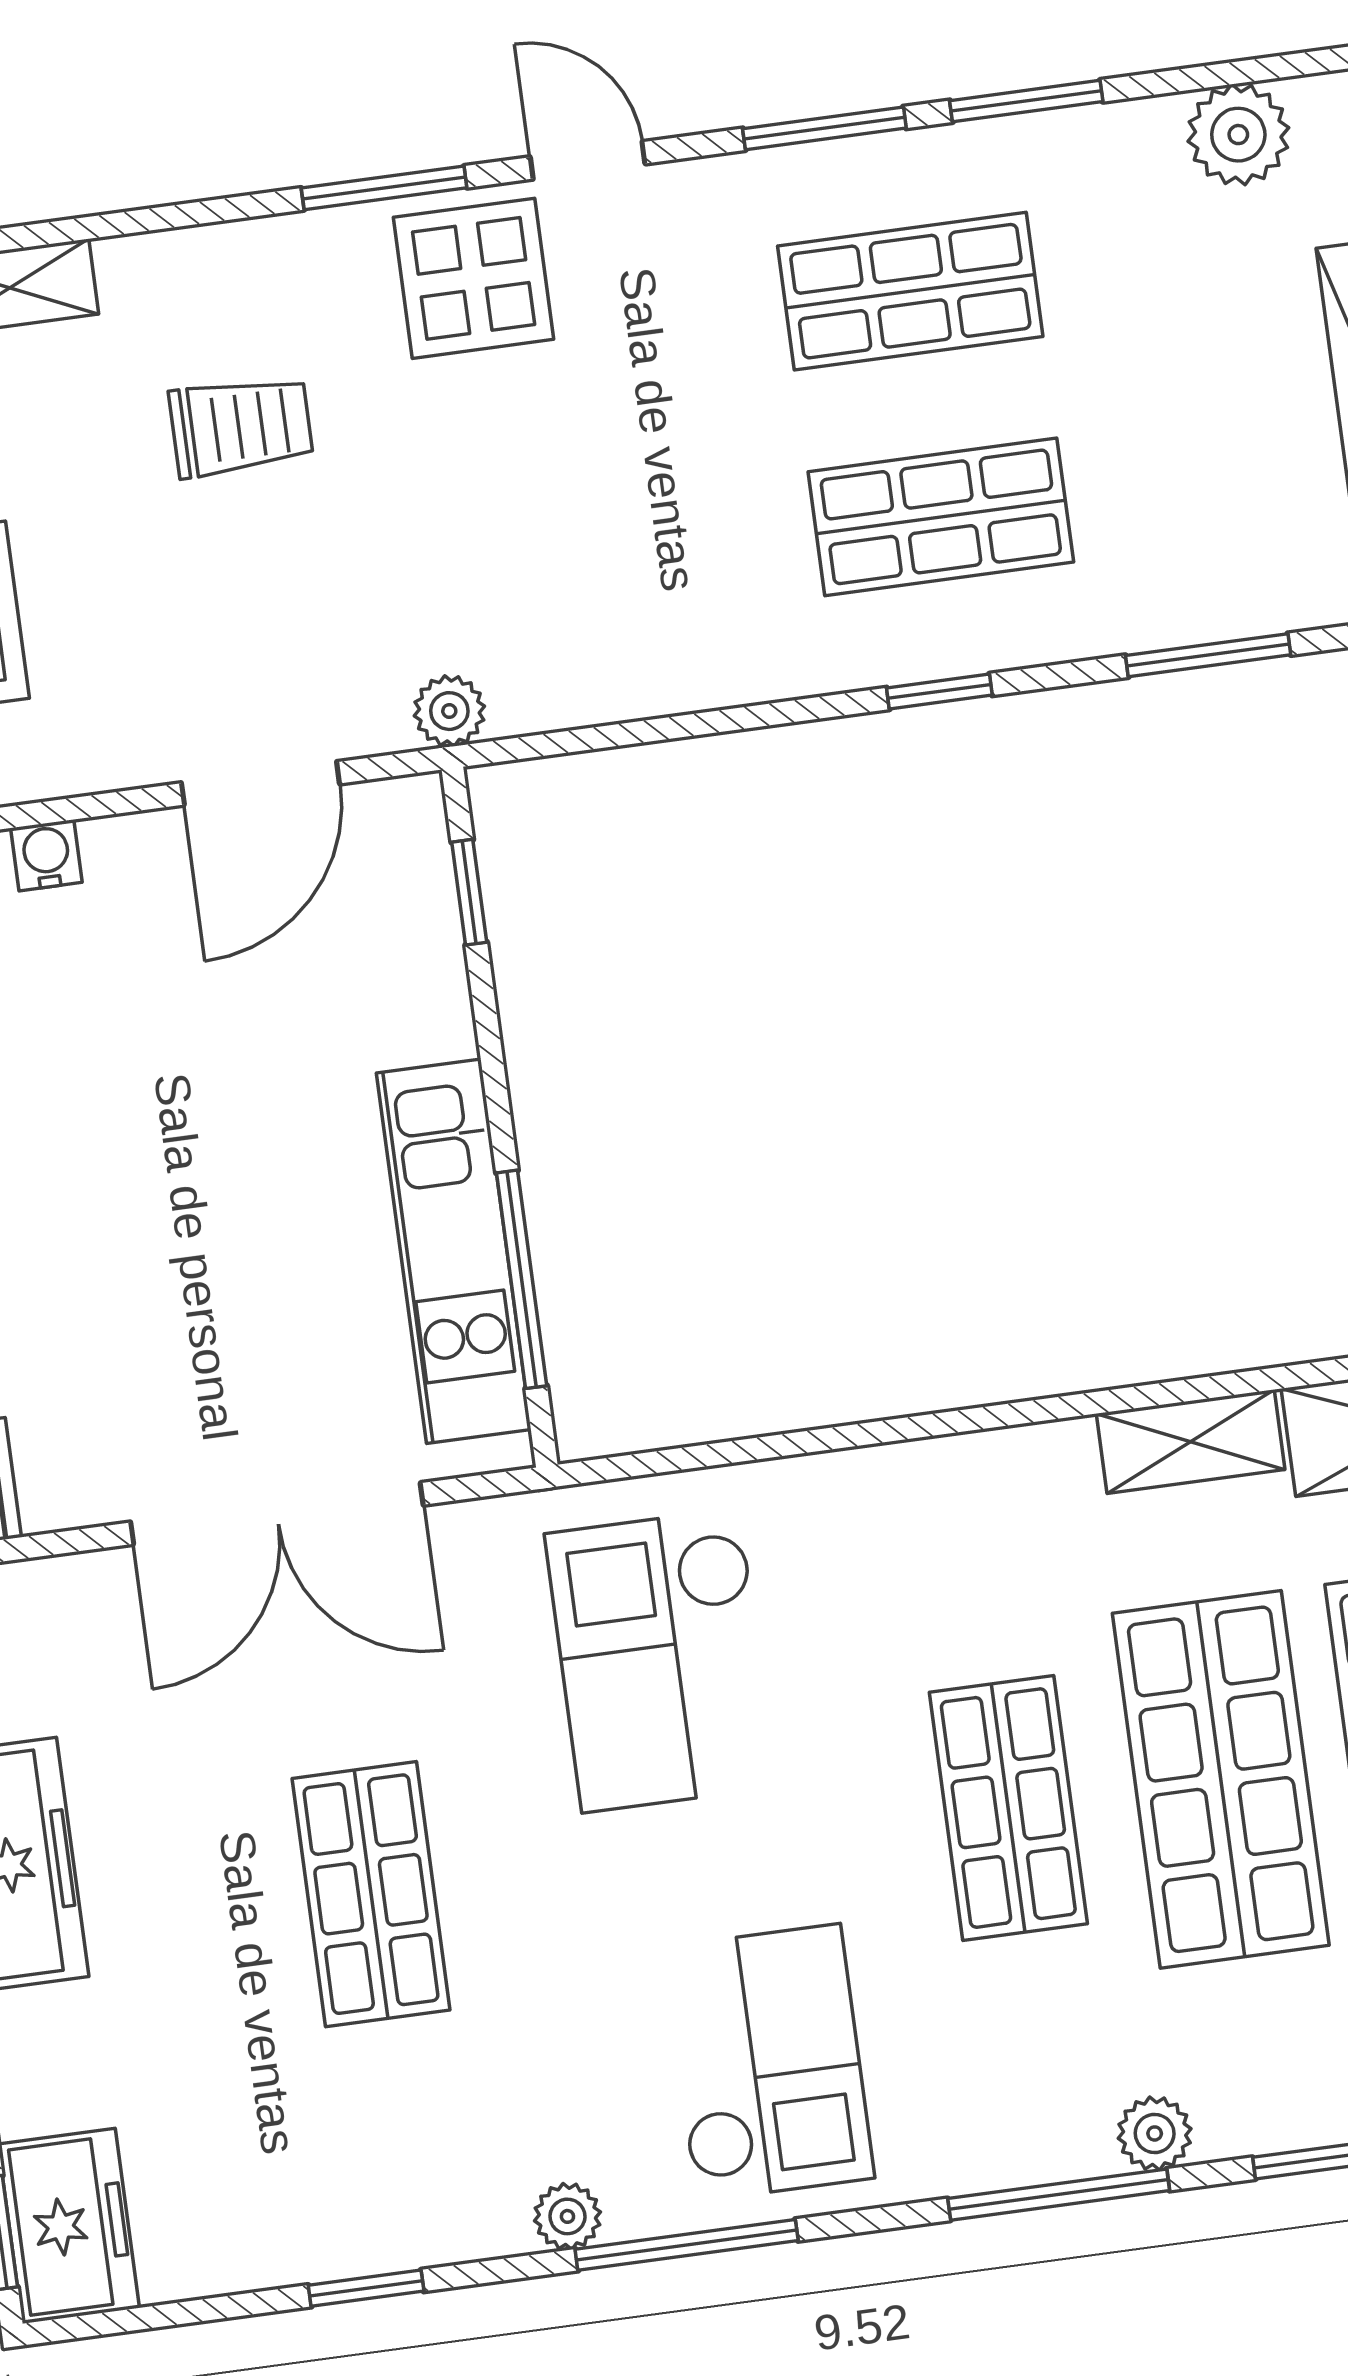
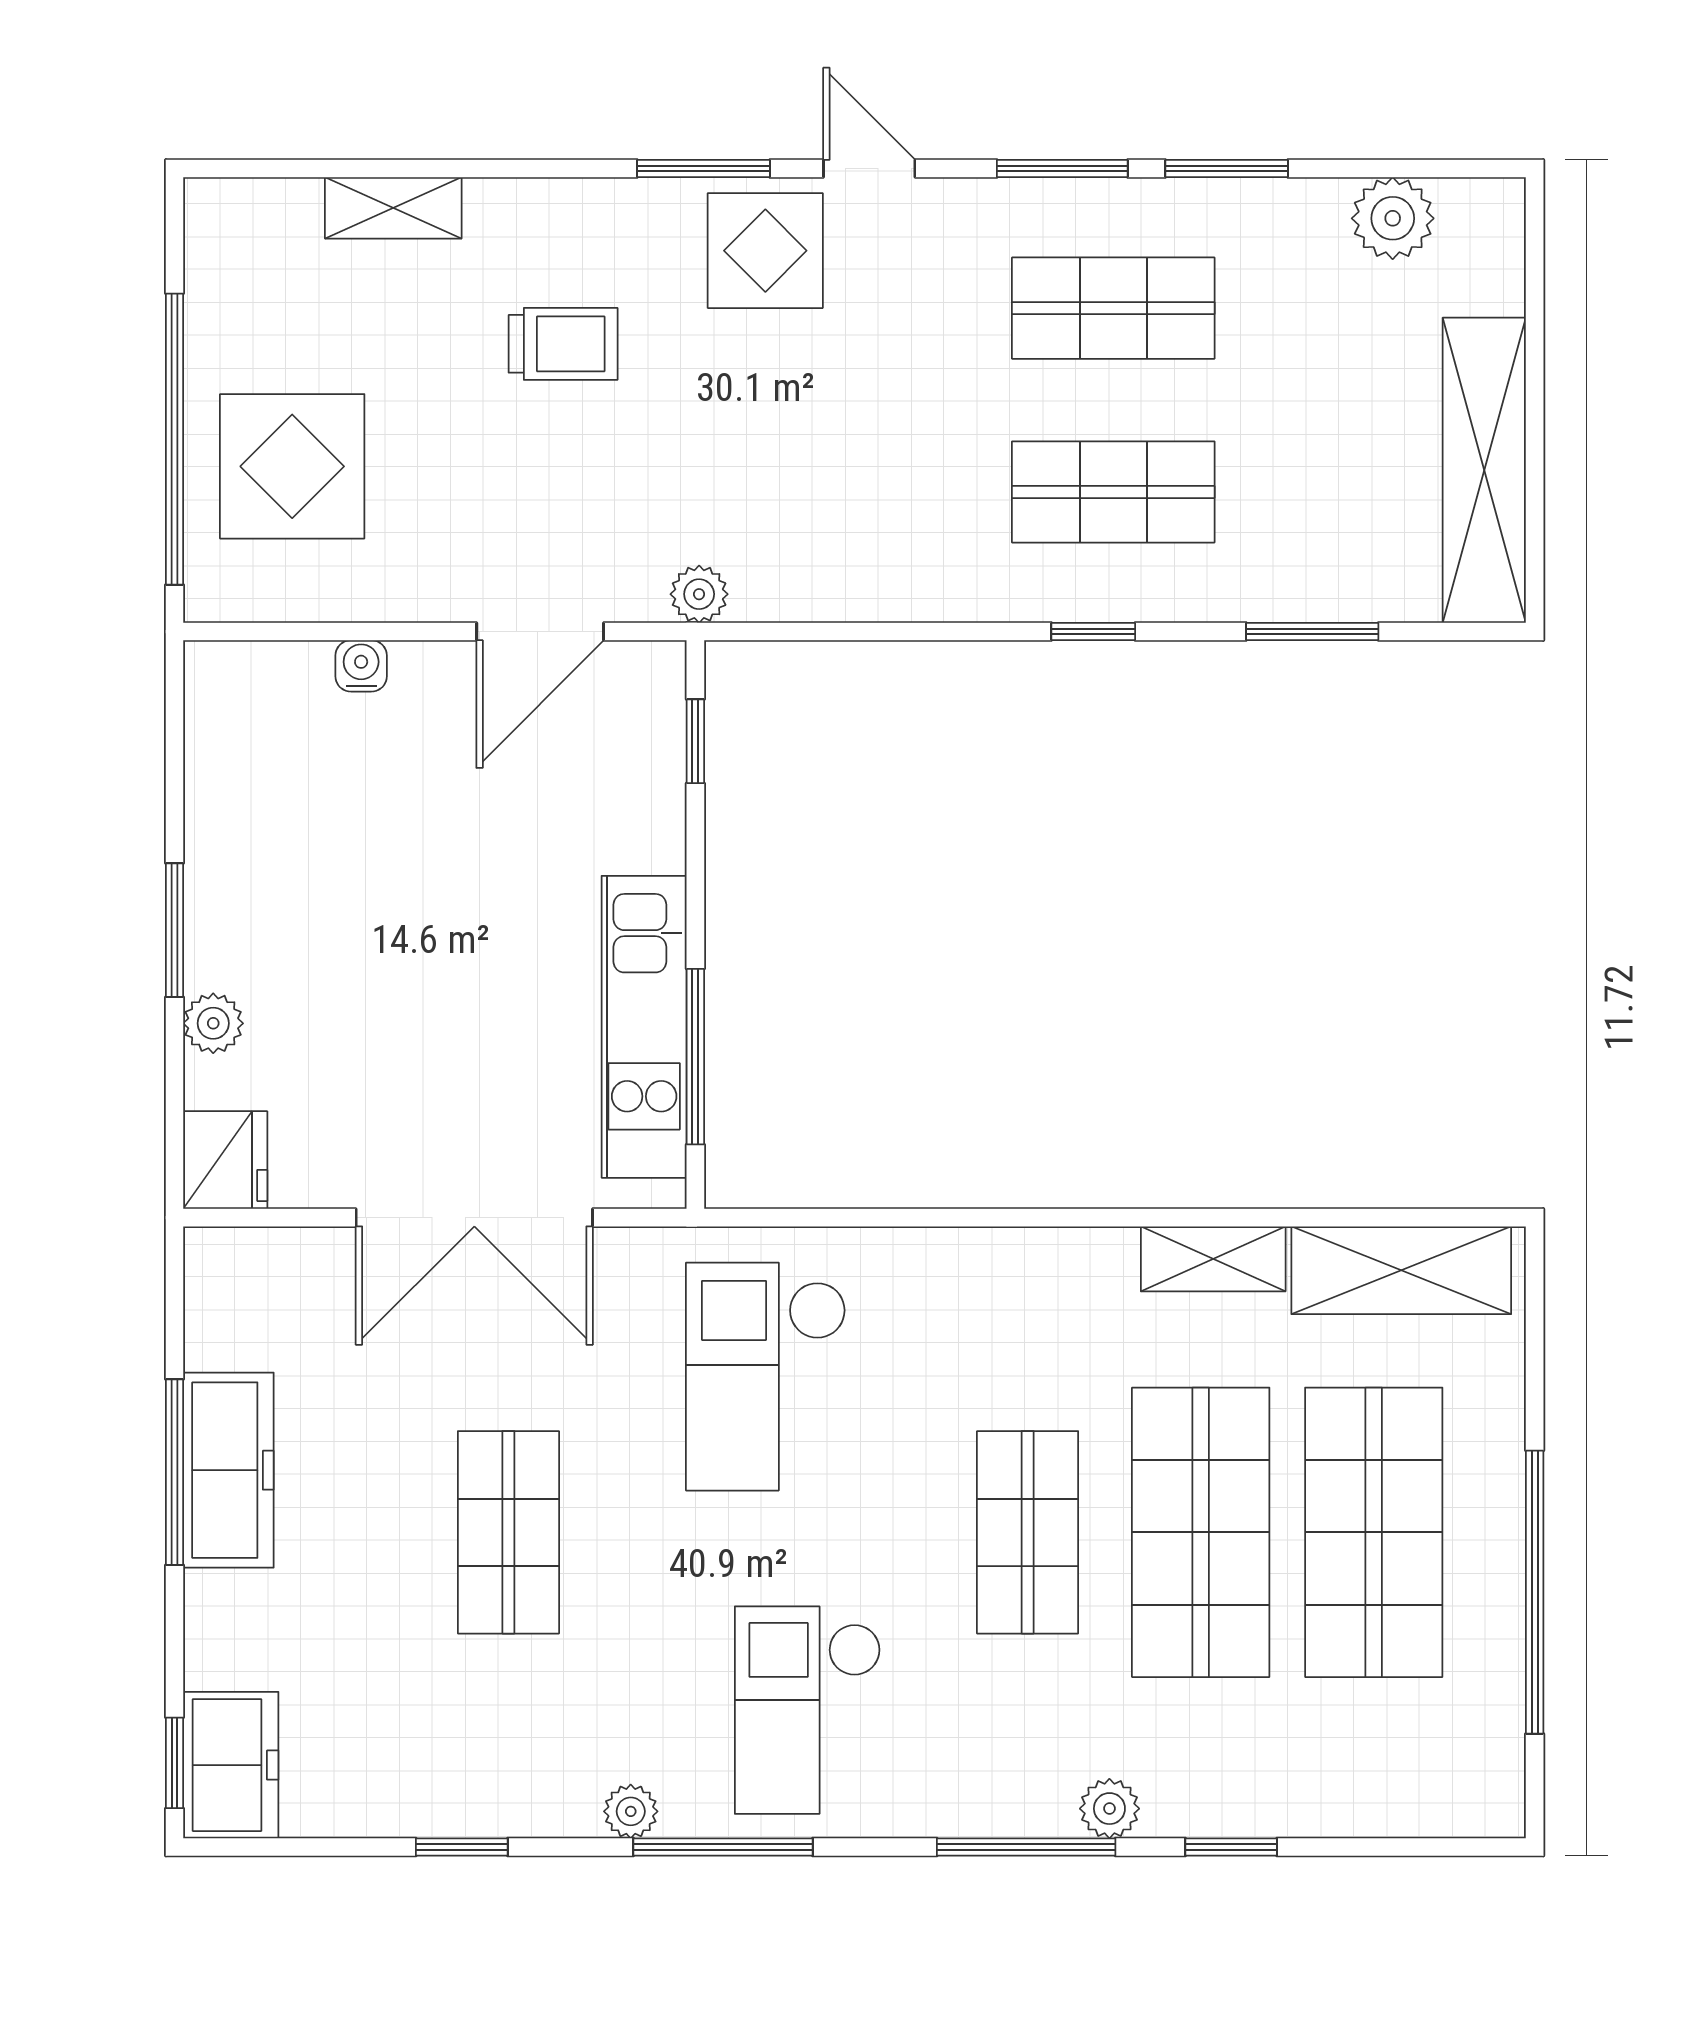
checkout: (768, 2063) -> (808, 1710), turned 180

